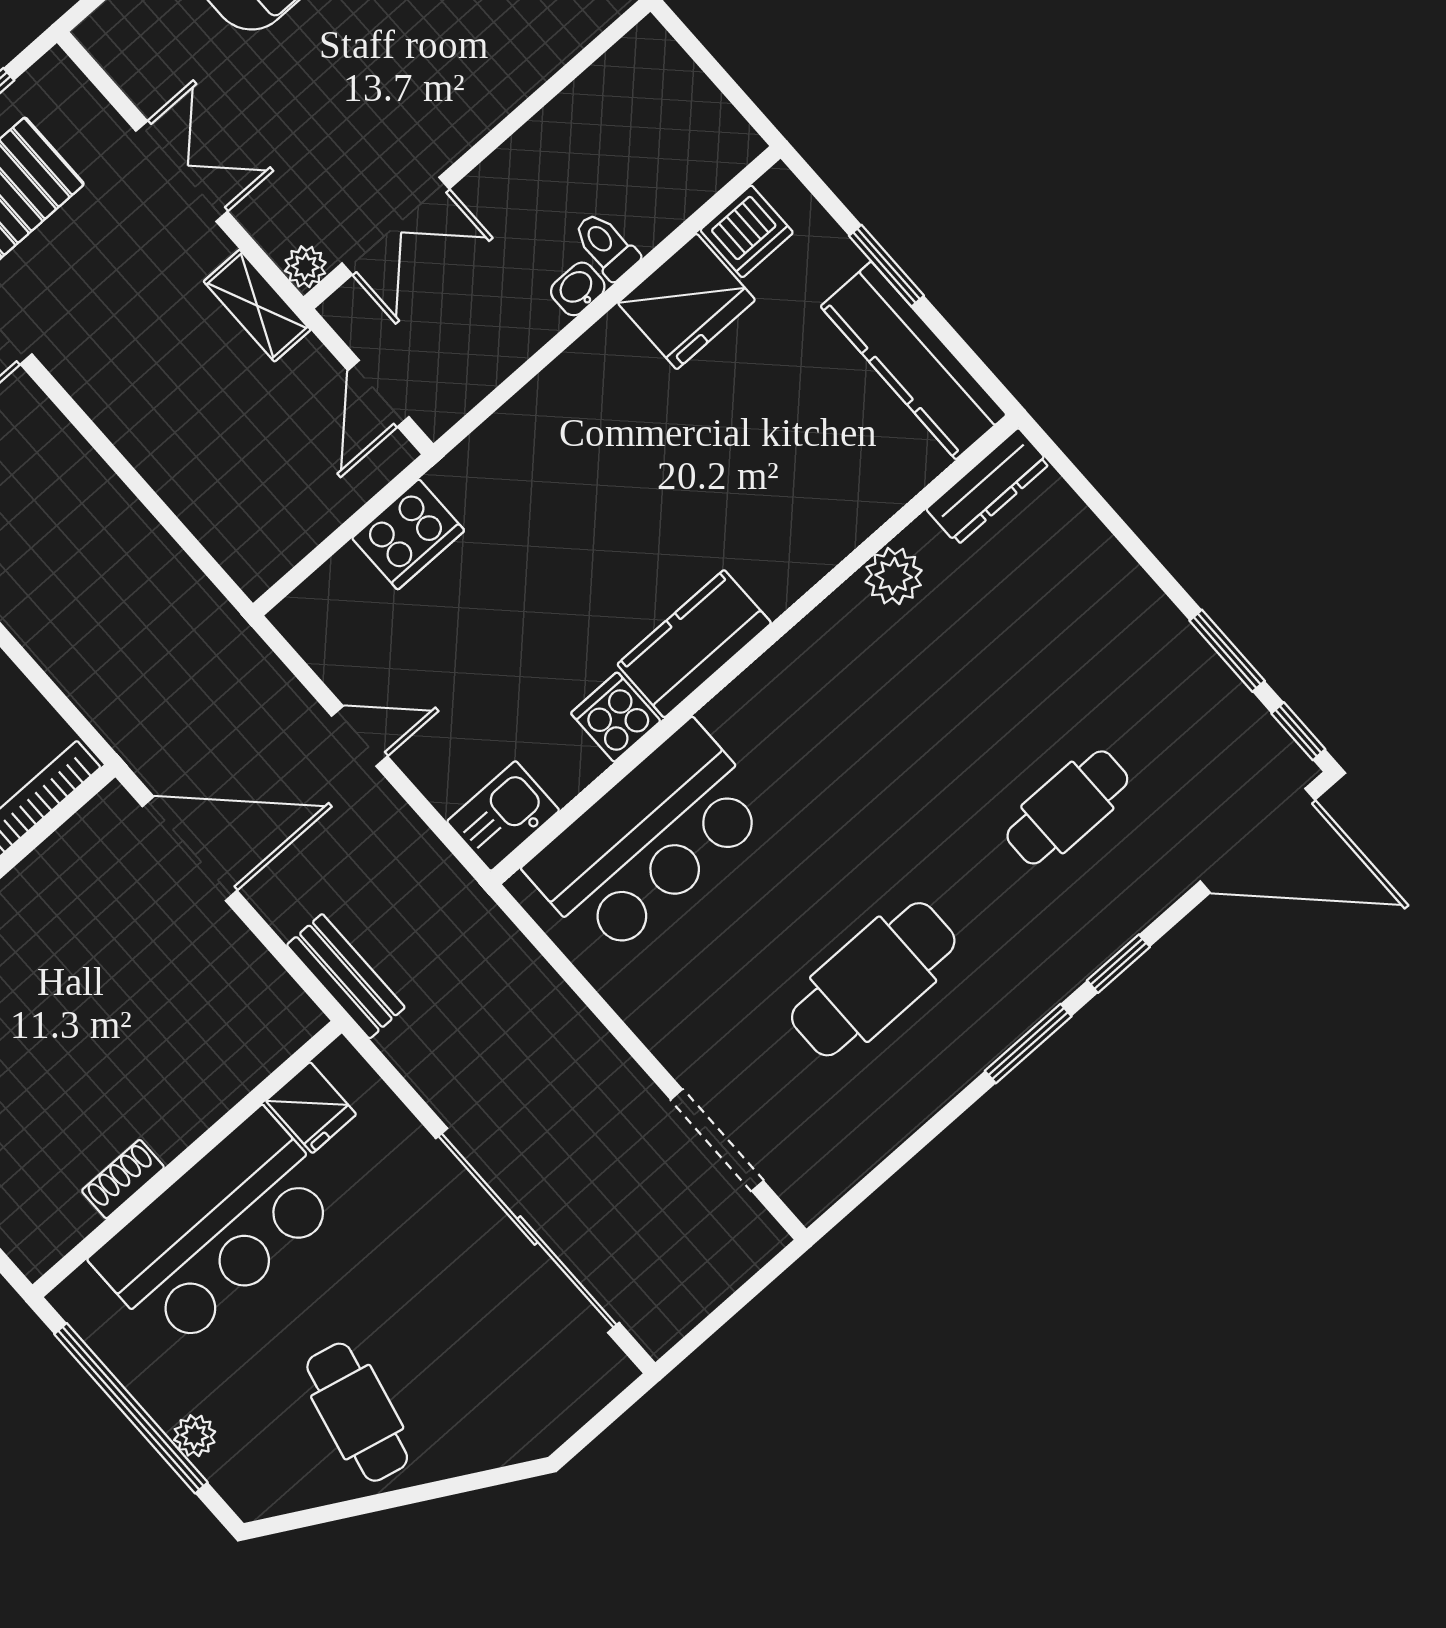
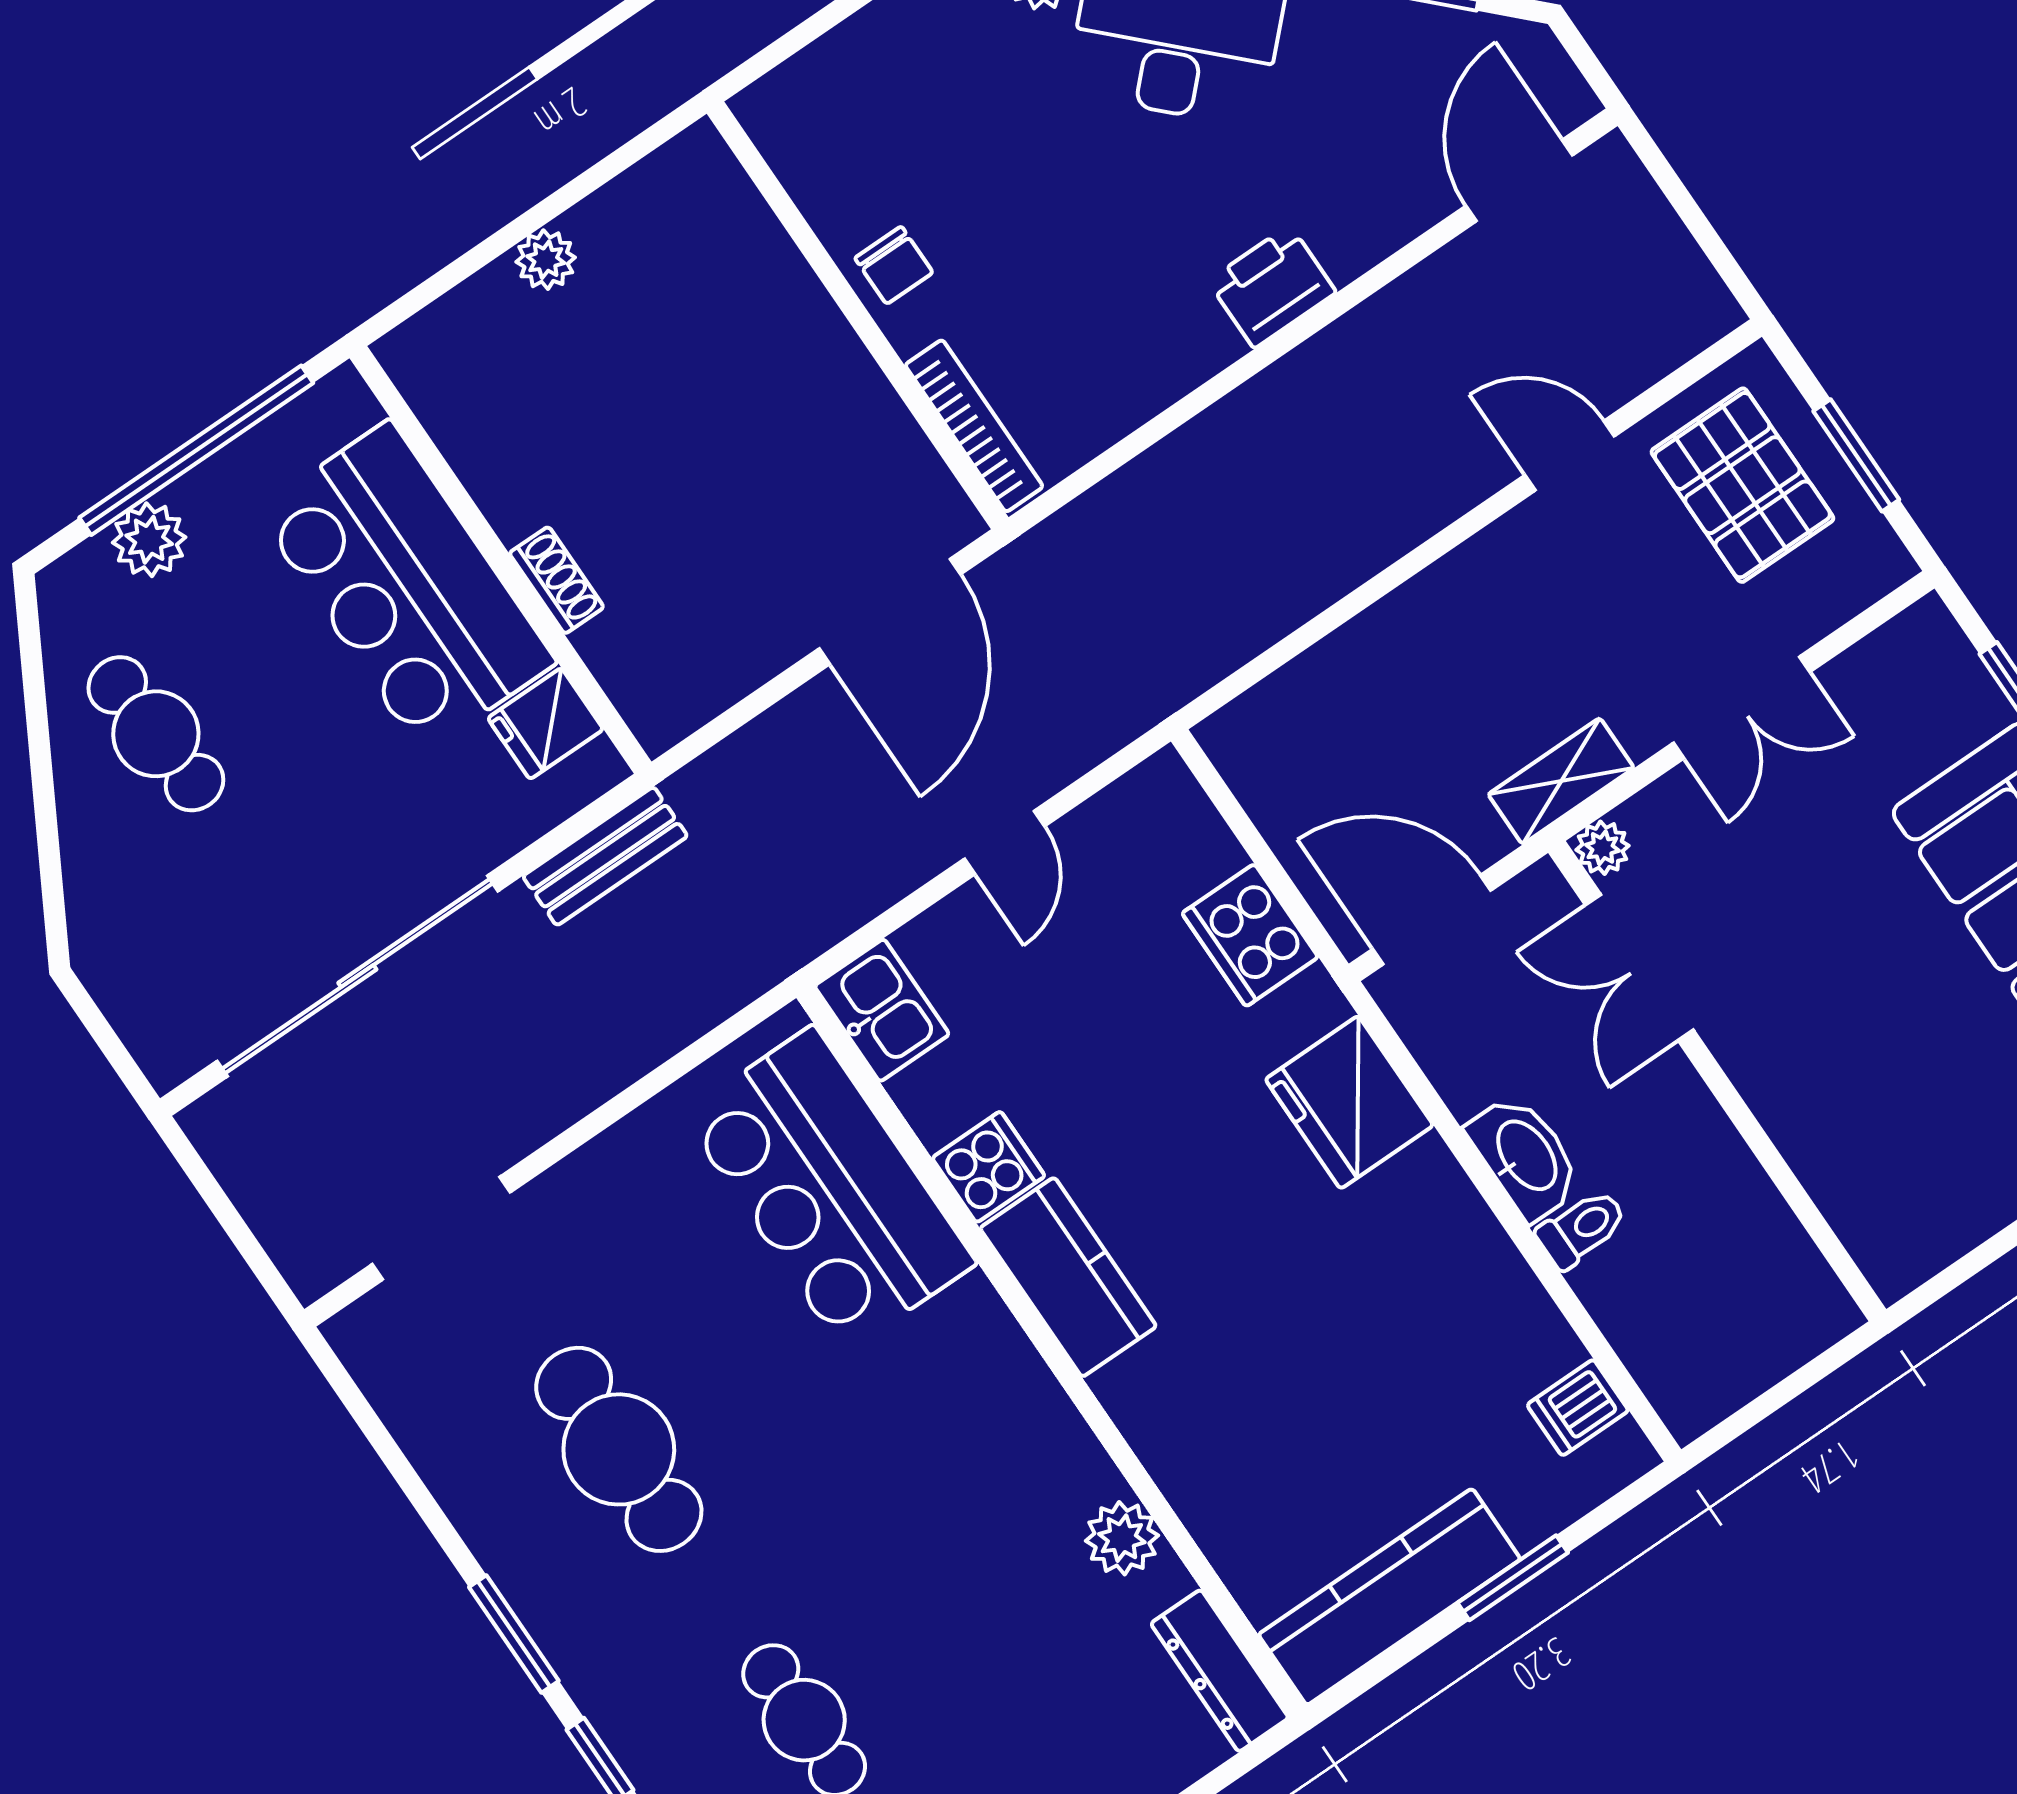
dishwasher: (747, 231) -> (1578, 1408), width x0.73
washbasin: (578, 289) -> (1525, 1157), width x1.91, depth x1.45
fridge: (687, 301) -> (1349, 1102), moved
door: (378, 394) -> (1432, 920), width x1.38
bench: (346, 976) -> (605, 856), moved
shoe rack: (123, 1179) -> (556, 580), moved
cafe table: (357, 1412) -> (156, 734), turned 73
plant: (195, 1436) -> (149, 540), width x1.38, depth x1.38

